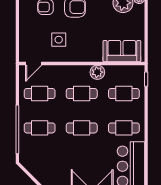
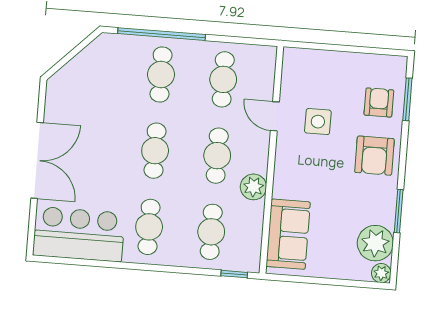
door: (34, 64) -> (275, 116), moved

